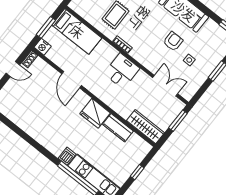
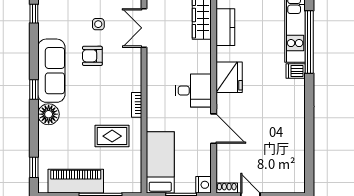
desk: (122, 71) -> (193, 91), moved, turned 180
door: (72, 80) -> (214, 129), hinge flipped
kitchen counter: (118, 128) -> (225, 27), moved

